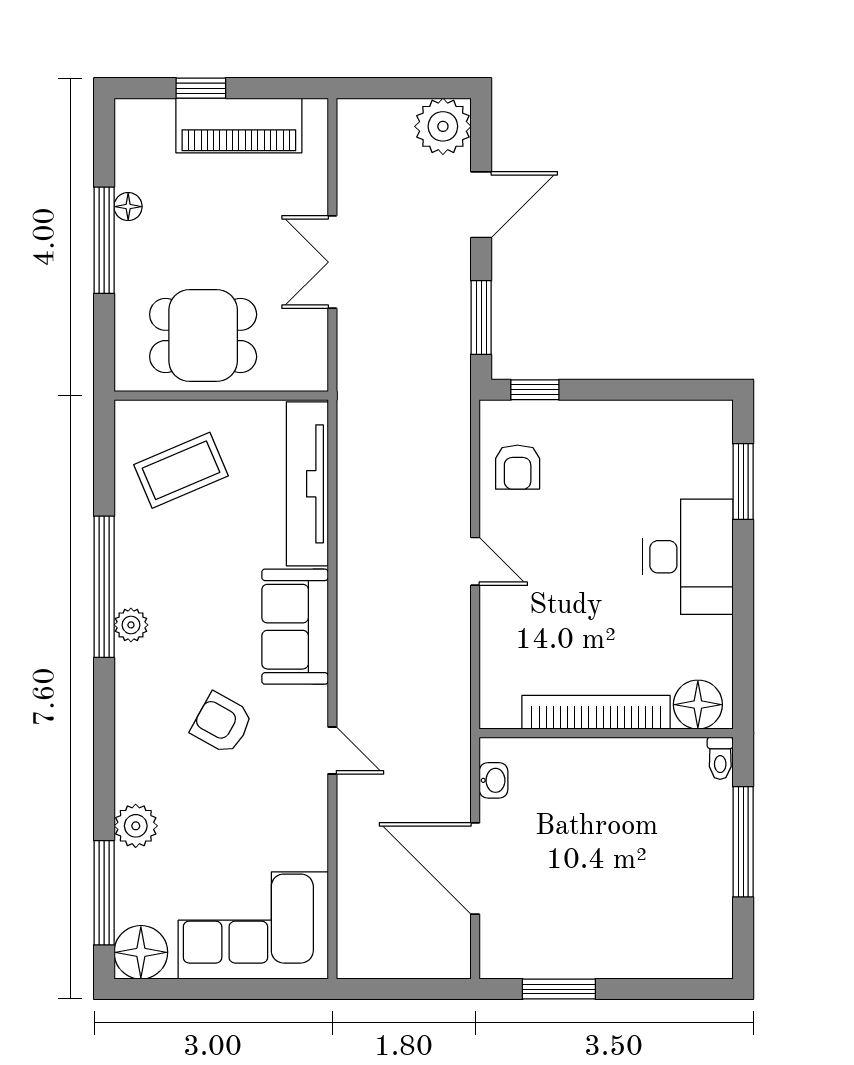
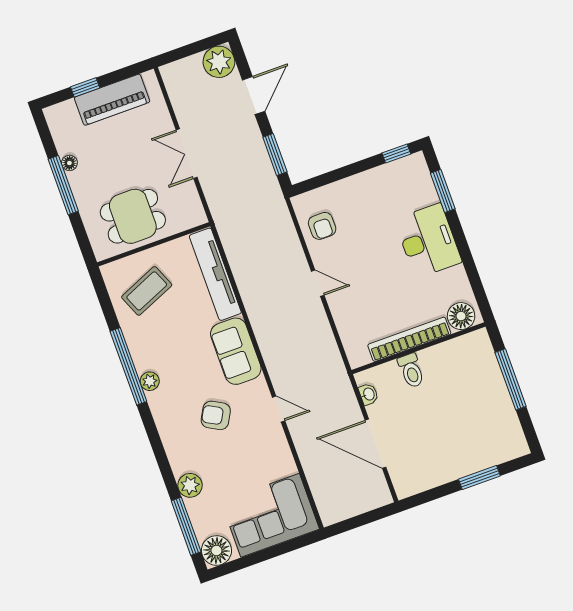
window: (535, 390) -> (396, 153), moved
toilet: (720, 758) -> (411, 371), moved, width x1.37, depth x1.39
window: (559, 989) -> (479, 478), moved

